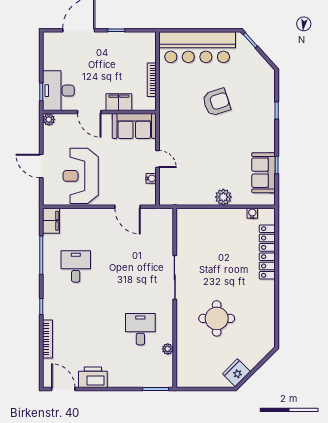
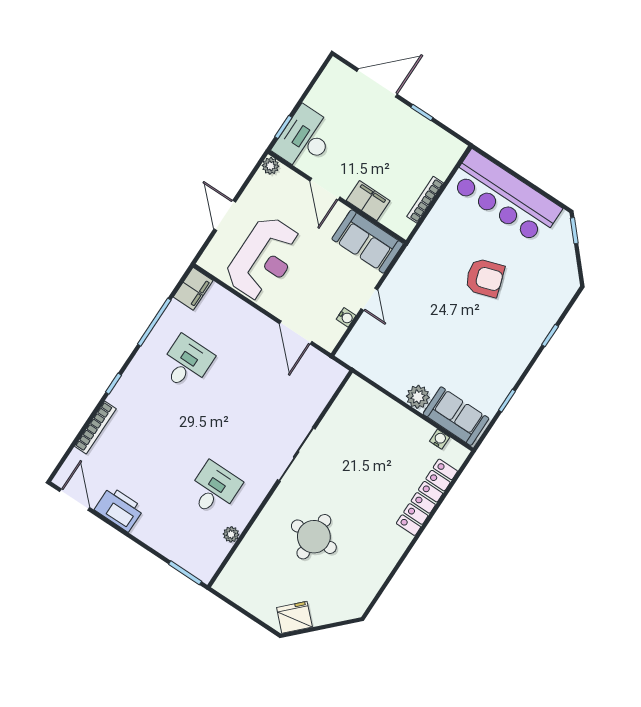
sofa: (264, 173) -> (456, 416), moved, turned 90
reception desk: (81, 176) -> (264, 259), turned 180

